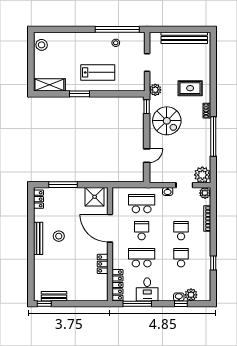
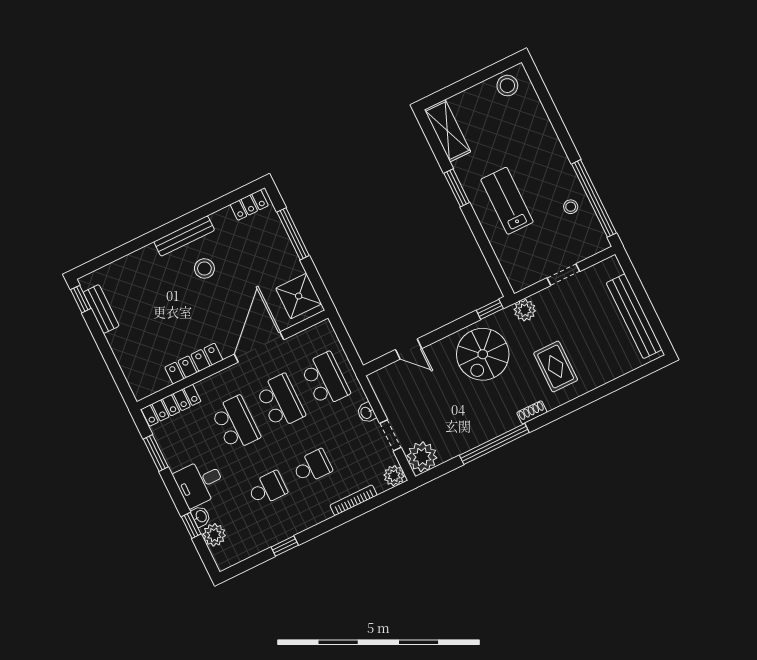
lab bench: (98, 72) -> (507, 201), turned 180
school desk: (142, 231) -> (281, 401), width x1.85
locker: (103, 264) -> (194, 364), width x1.53
desk: (147, 289) -> (200, 483), moved
window: (137, 304) -> (156, 453), width x0.69

